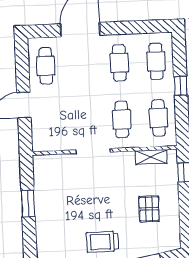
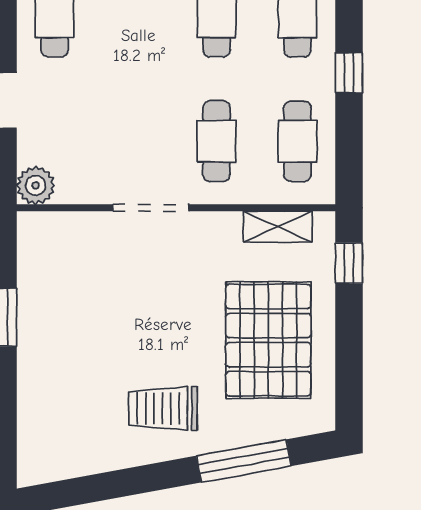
plant: (40, 143) -> (36, 185), added
pallet: (149, 209) -> (268, 340), width x2.05, depth x2.00

